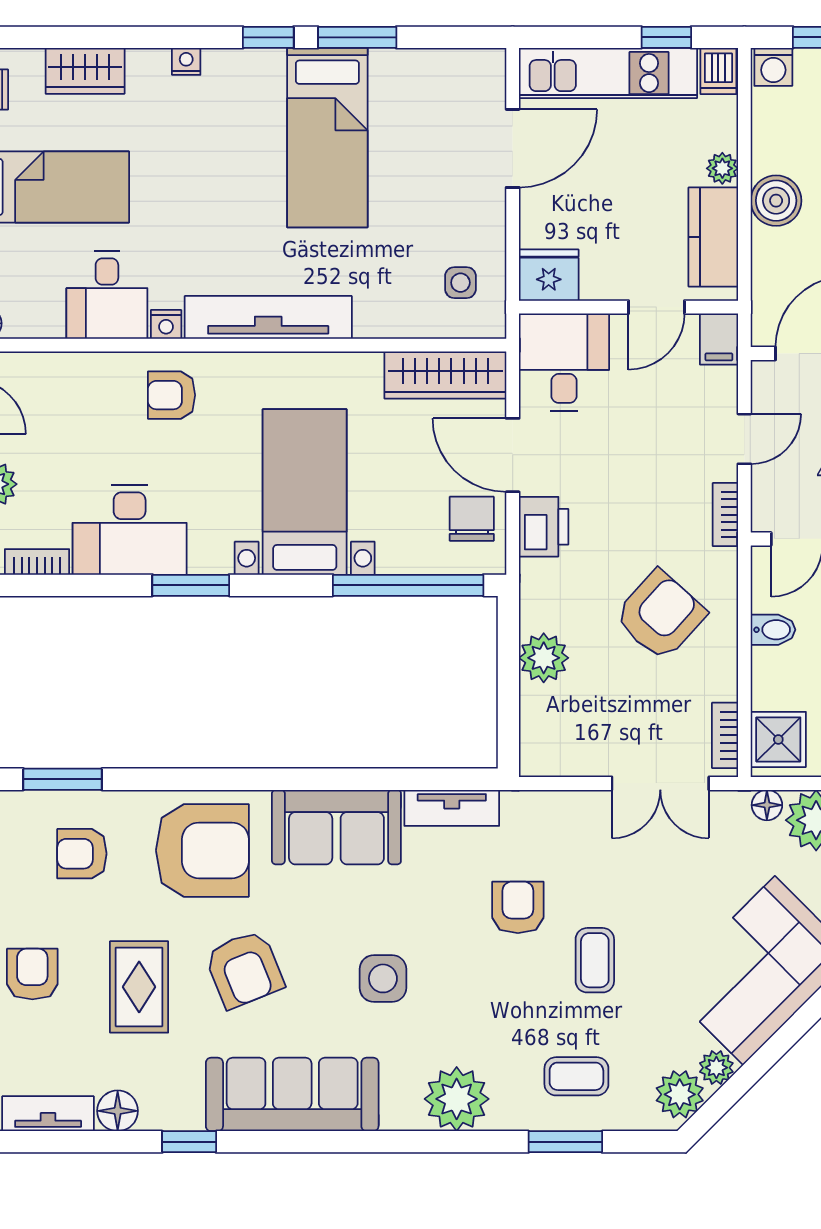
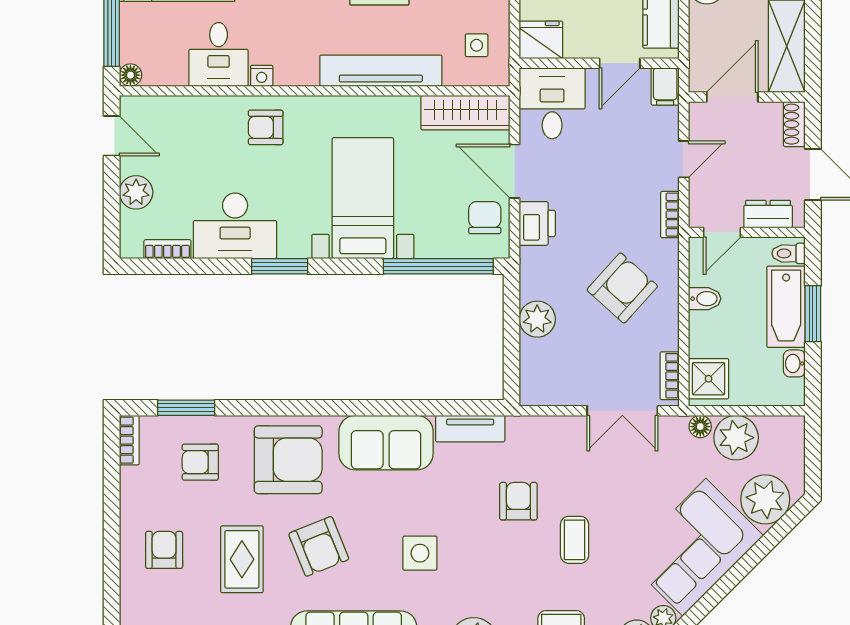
tv unit: (268, 317) -> (381, 71), moved

